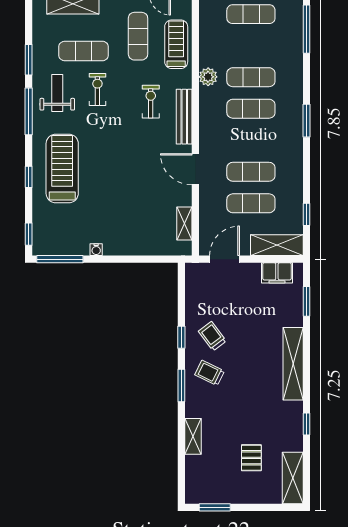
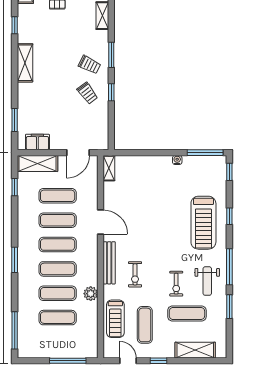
exercise mat: (251, 14) -> (58, 318), moved
exercise mat: (251, 140) -> (58, 245), added
shelving: (184, 223) -> (109, 168), moved
shelving: (293, 364) -> (25, 63), width x0.68

